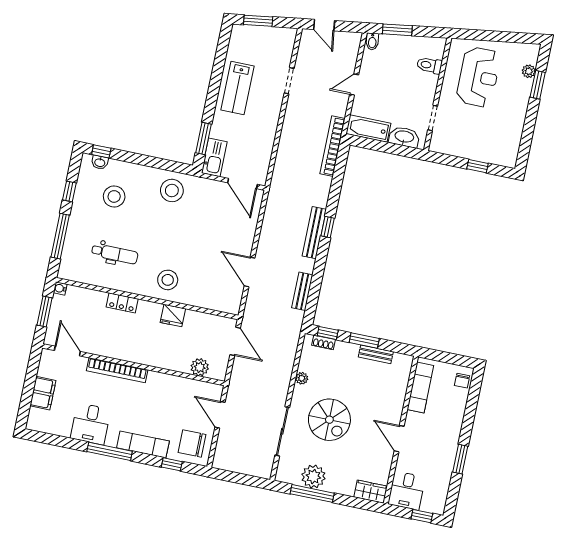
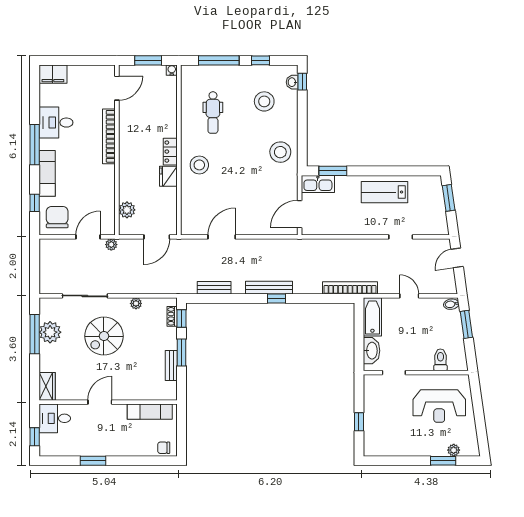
locker: (122, 303) -> (170, 152), moved
plant: (233, 392) -> (111, 245), added
filing cabinet: (43, 393) -> (53, 74), moved

